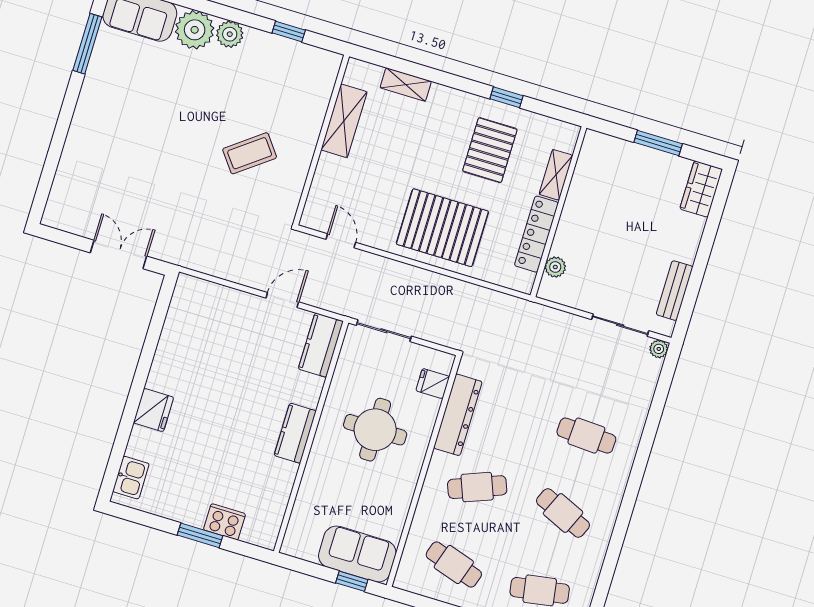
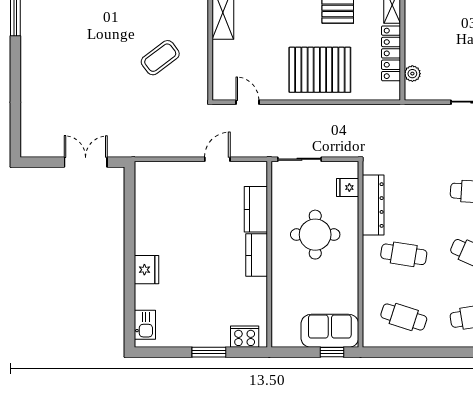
kitchen counter: (321, 345) -> (256, 209), moved
cafe table: (477, 487) -> (404, 254), turned 30
cooker: (225, 522) -> (245, 337), moved

